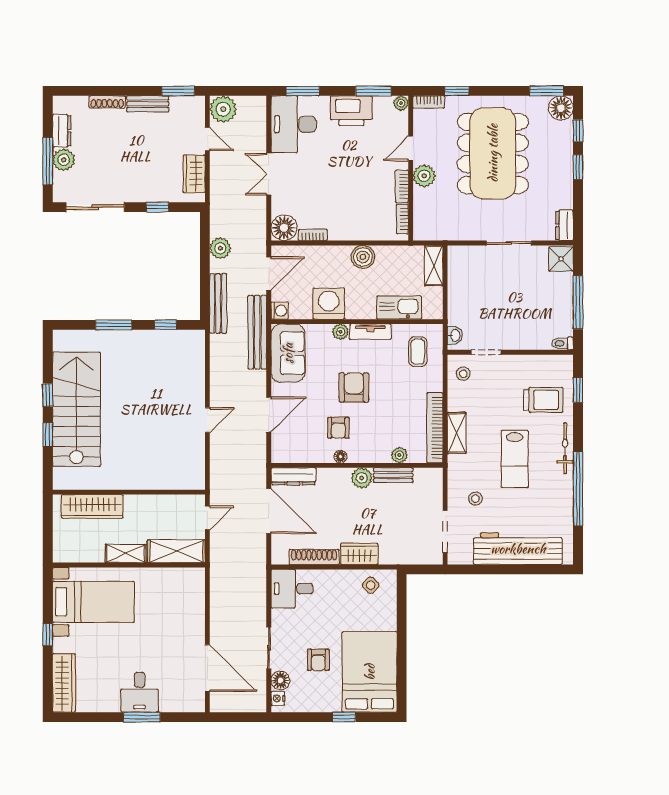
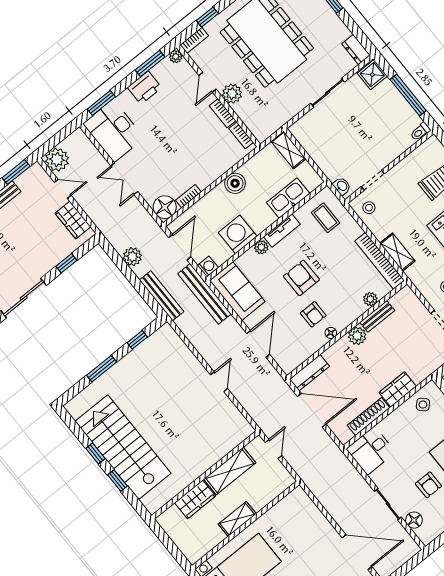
printer: (351, 111) -> (145, 88), width x0.73, depth x0.84
wardrobe: (92, 506) -> (195, 499), width x0.67
shelving: (176, 551) -> (230, 471), moved
nightstand: (278, 698) -> (422, 534), removed

